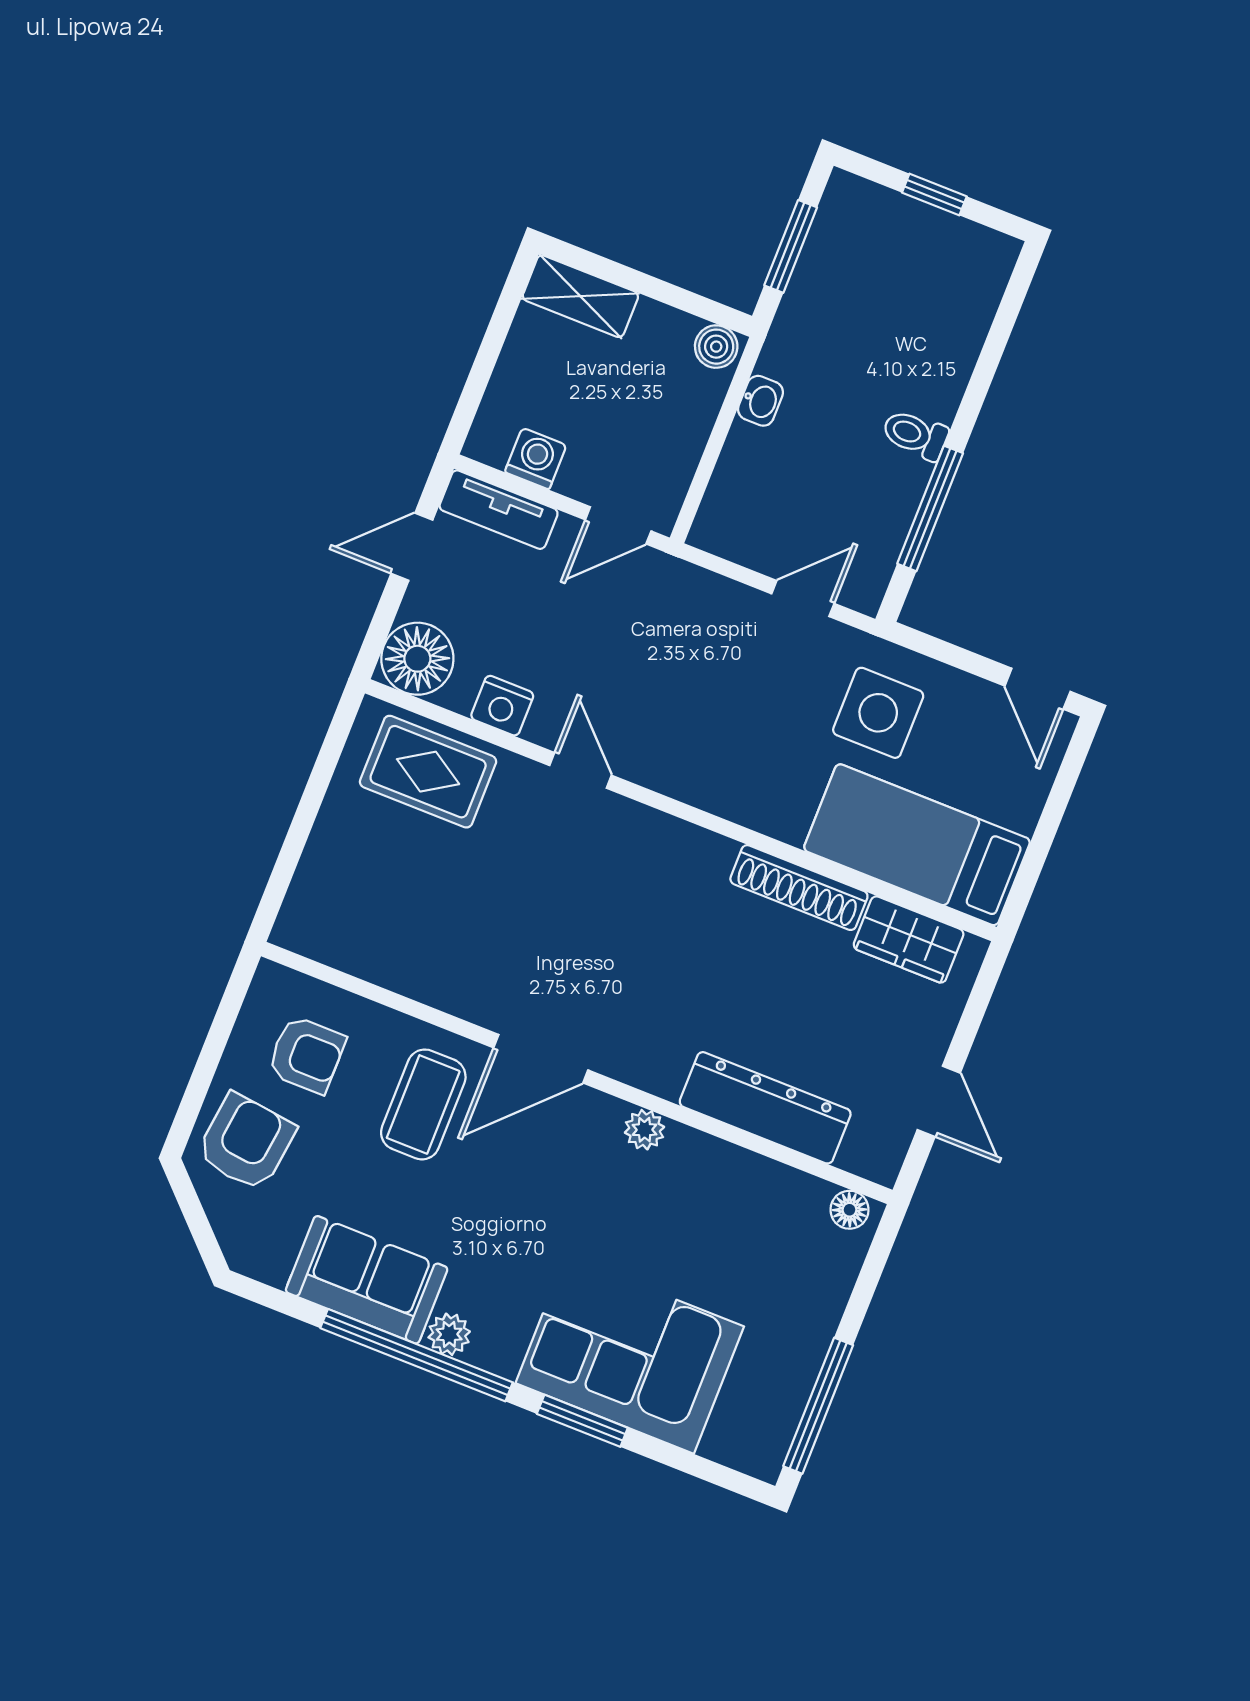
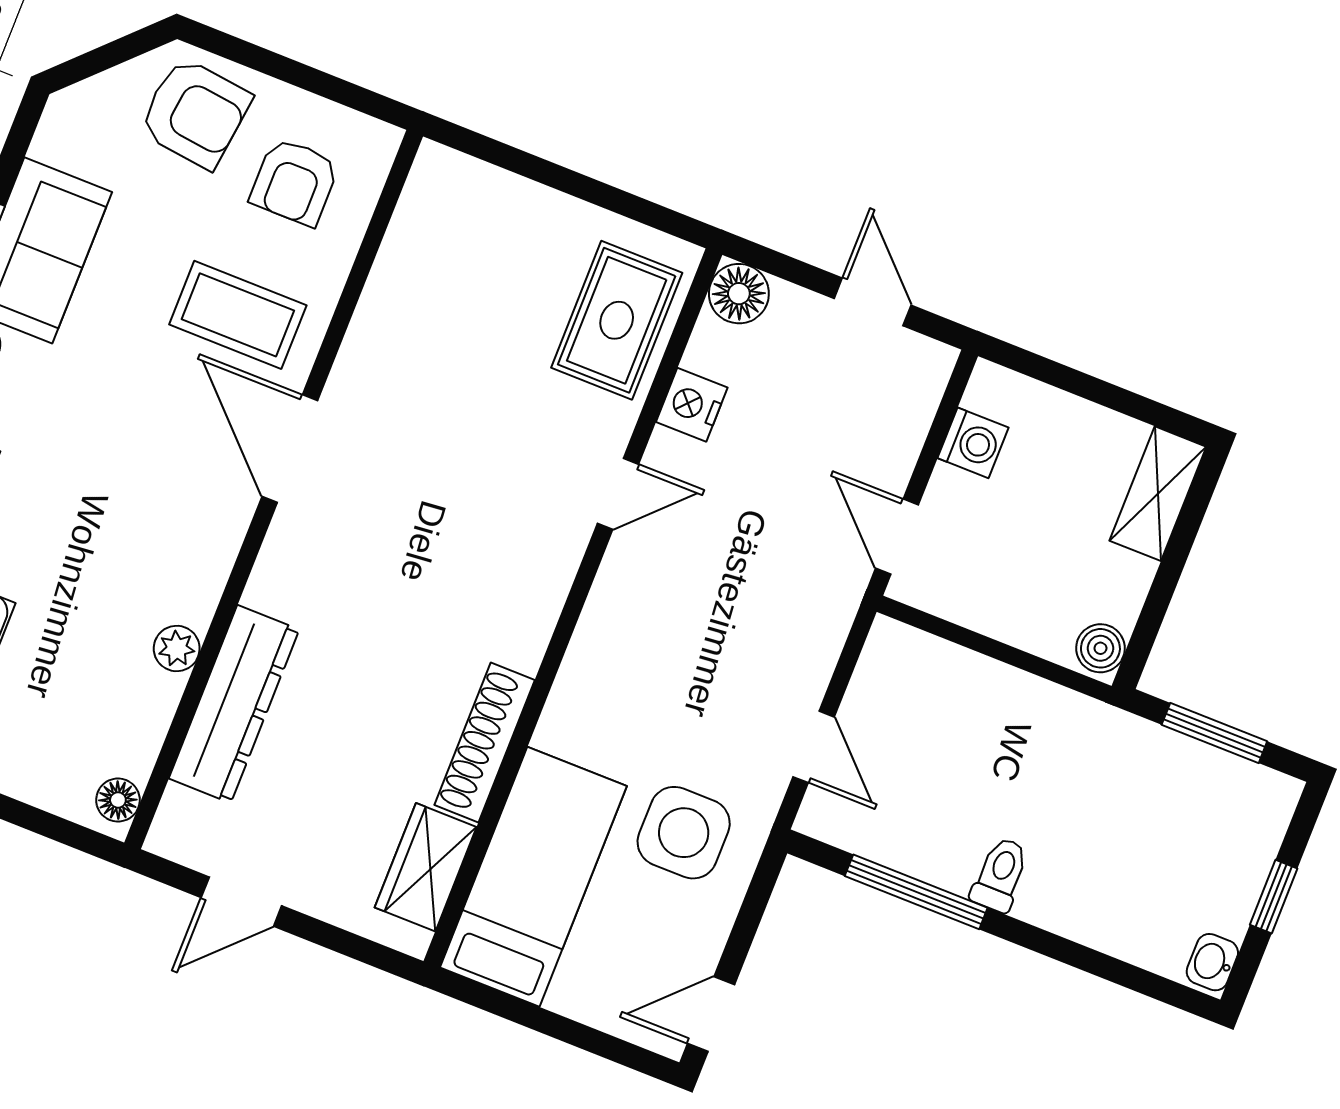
washbasin: (761, 401) -> (1212, 962), moved, turned 90
tv unit: (499, 510) -> (915, 401), removed
floor lamp: (417, 659) -> (739, 294), width x0.73, depth x0.73
plant: (645, 1130) -> (177, 648), moved

